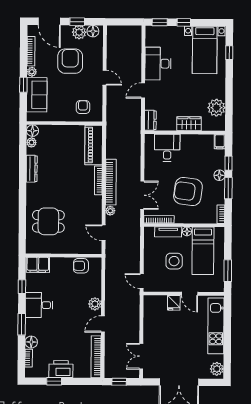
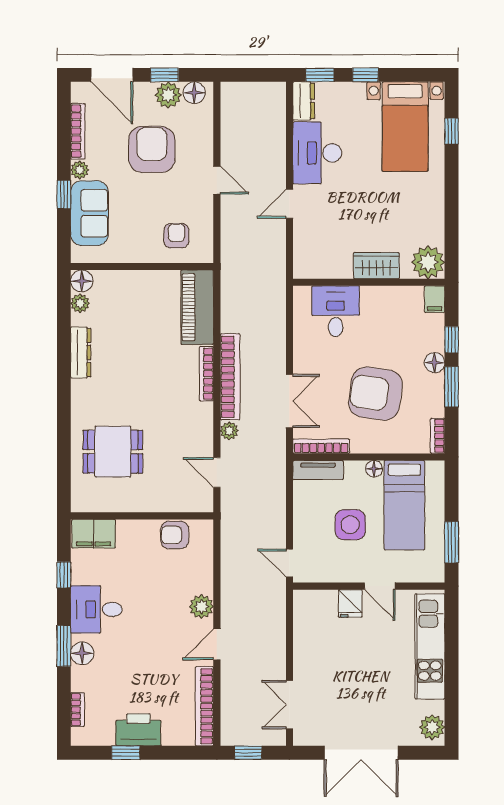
plant: (216, 108) -> (428, 262), moved
dresser: (150, 120) -> (304, 101), moved
tv unit: (168, 232) -> (318, 470), moved
floor lamp: (31, 342) -> (82, 653), moved

